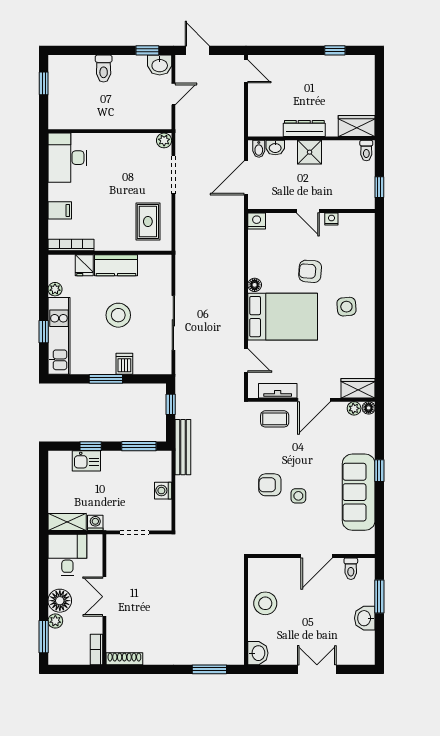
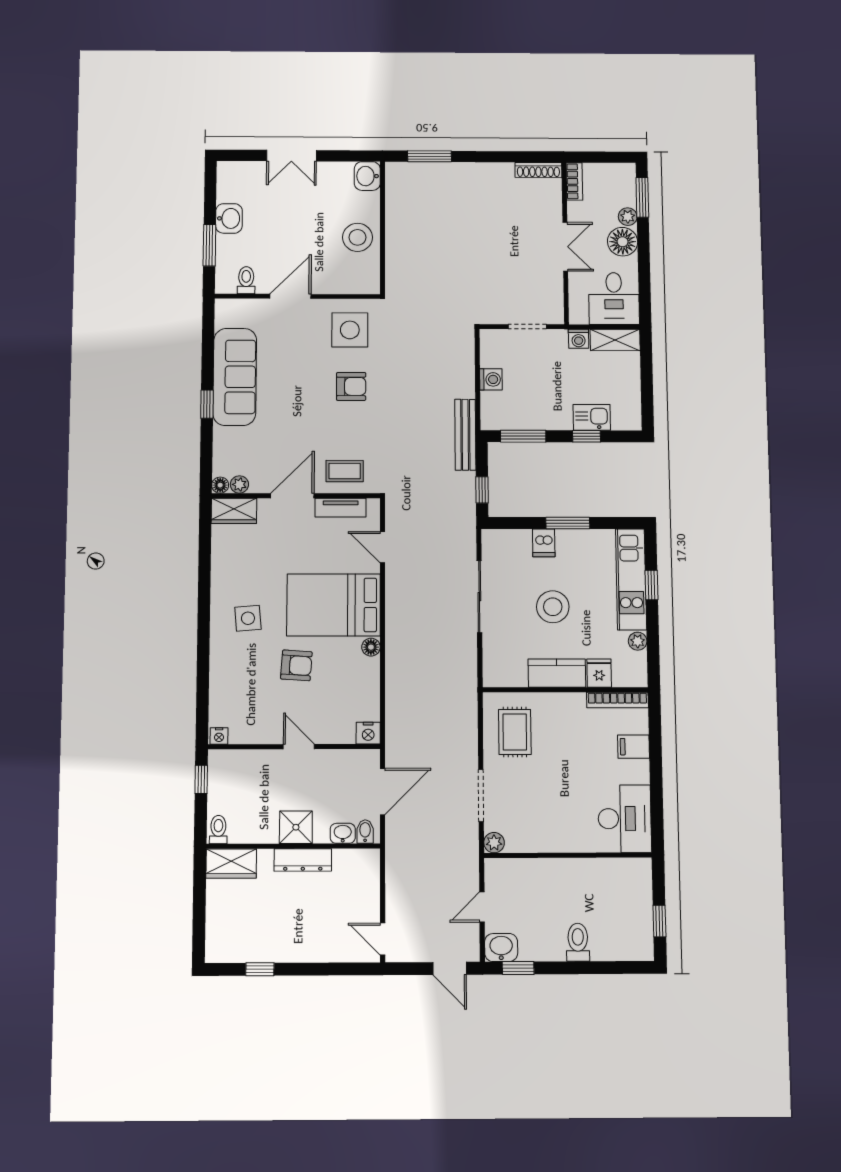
nightstand: (331, 219) -> (219, 736), moved
side table: (298, 496) -> (350, 330), moved, width x1.87, depth x1.87

